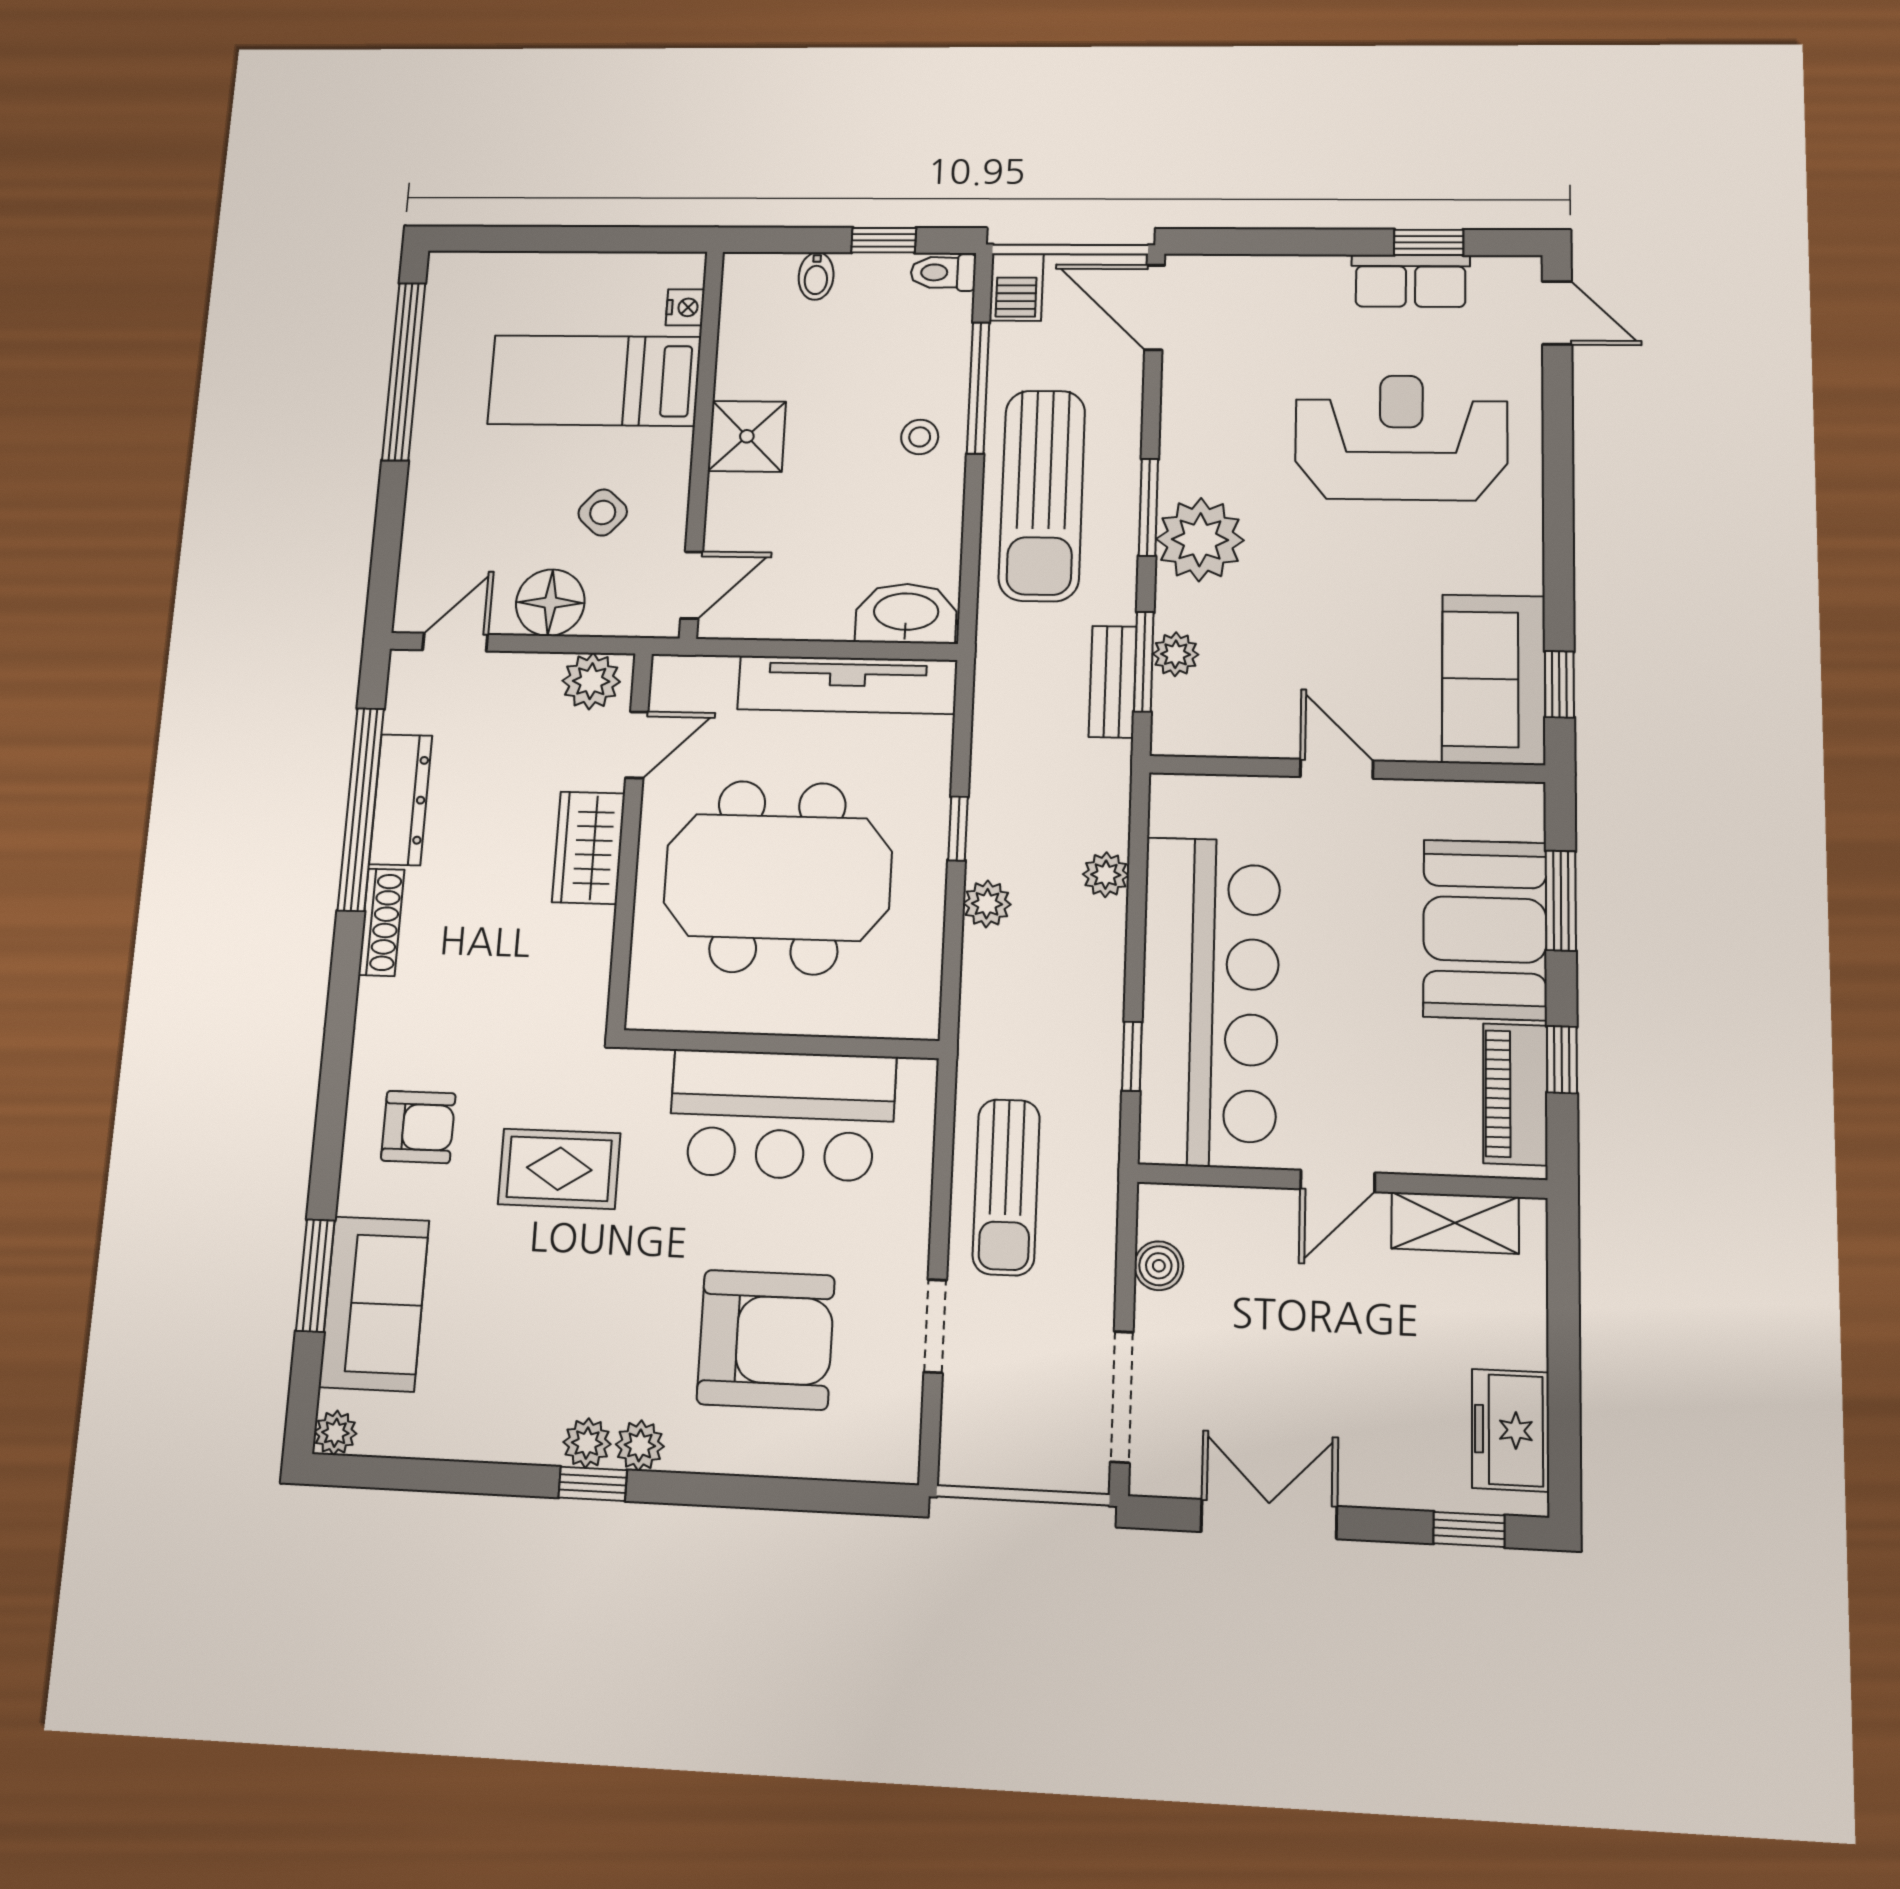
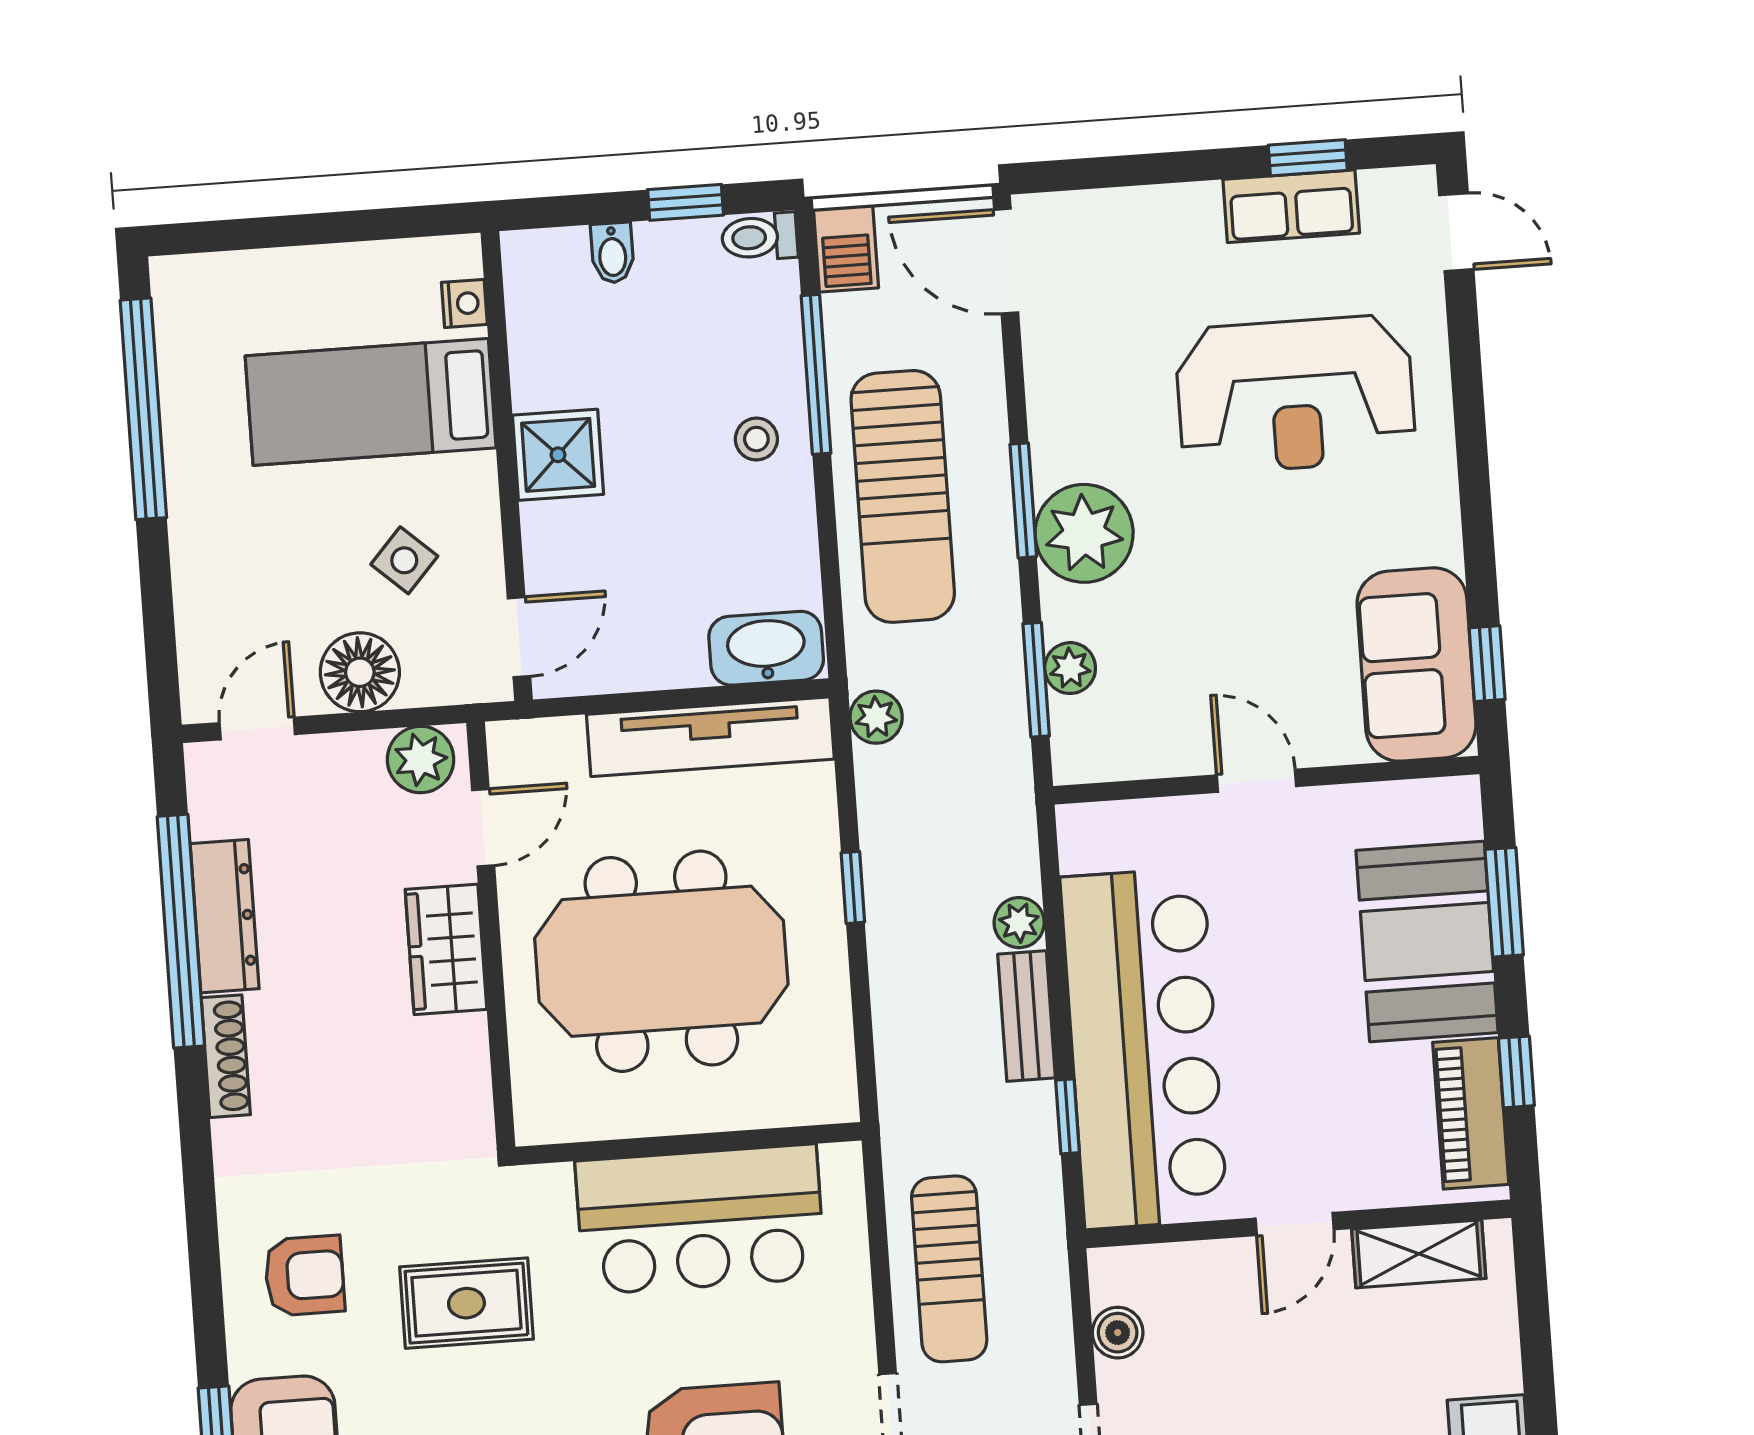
reception desk: (1401, 437) -> (1295, 394), turned 180
bench: (1113, 682) -> (1027, 1016), moved
plant: (987, 904) -> (876, 717), moved

